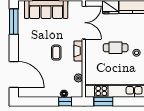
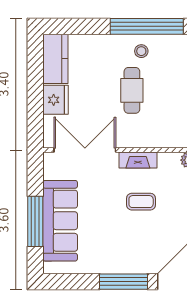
window: (14, 22) -> (124, 282), moved

